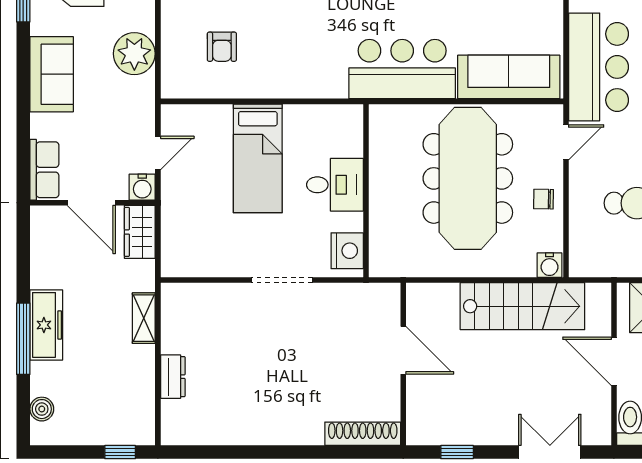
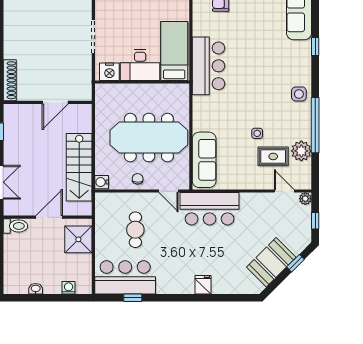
bar counter: (402, 69) -> (208, 66), moved
bed: (258, 158) -> (174, 51), moved, turned 90
desk: (335, 185) -> (140, 65), width x1.37

